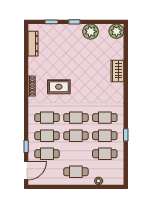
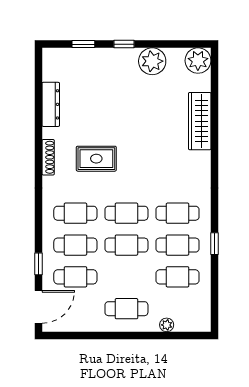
dresser: (33, 44) -> (51, 104), moved
wardrobe: (117, 71) -> (200, 121), width x1.50

